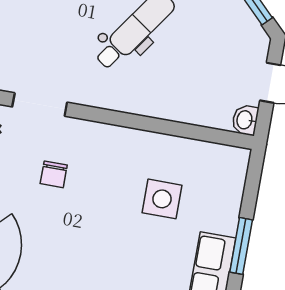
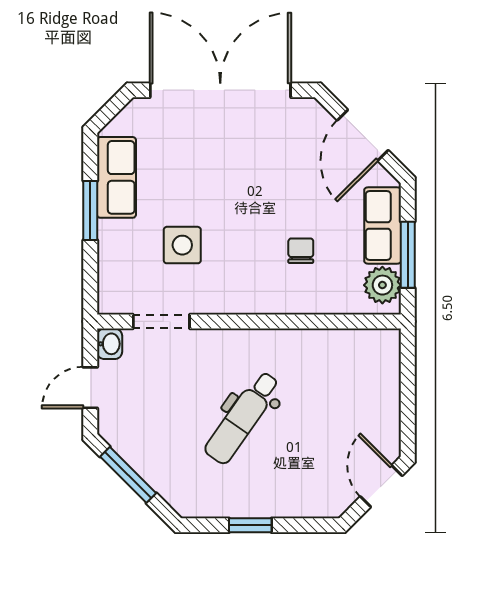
doorway: (40, 105) -> (161, 321), moved

